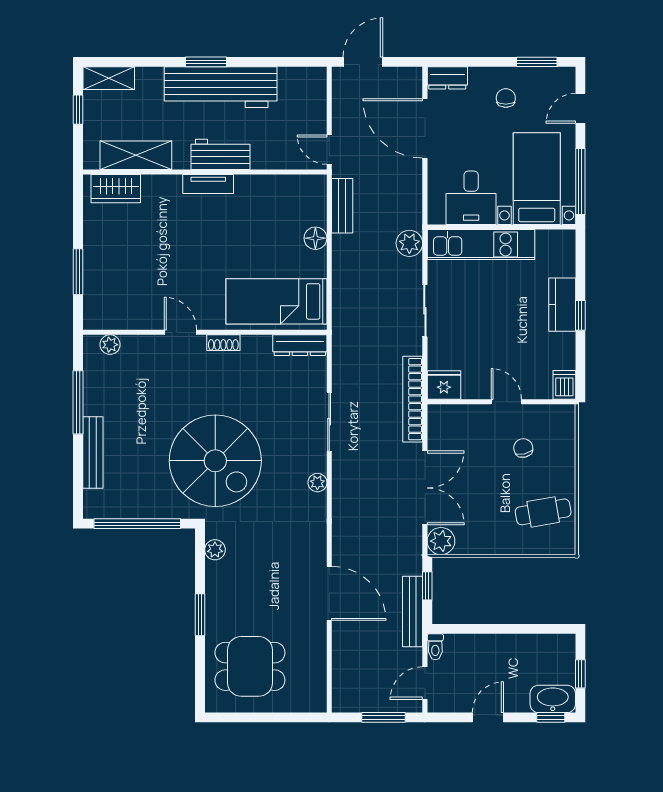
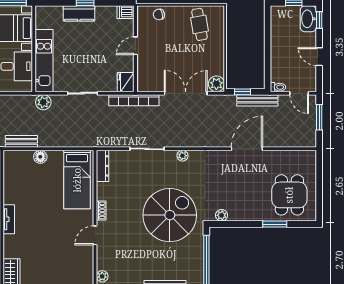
chair: (523, 448) -> (159, 14), moved
window: (200, 615) -> (275, 224), moved

